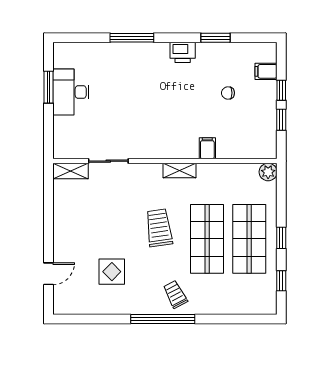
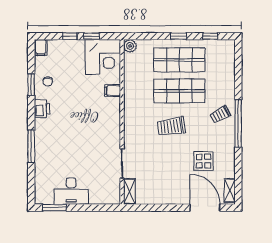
filing cabinet: (266, 71) -> (41, 47), moved
window: (48, 87) -> (54, 208), moved
chair: (228, 93) -> (48, 81), moved
corner desk: (253, 135) -> (103, 57), added
shelving: (180, 170) -> (230, 190), moved
door: (48, 274) -> (205, 208), width x1.88

